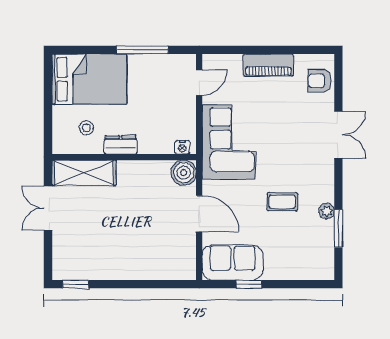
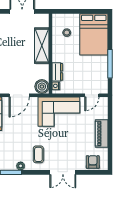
door: (199, 83) -> (92, 95), hinge flipped
dresser: (121, 145) -> (57, 72), moved
shelving: (84, 173) -> (42, 46), moved
coffee table: (282, 202) -> (38, 154), moved

